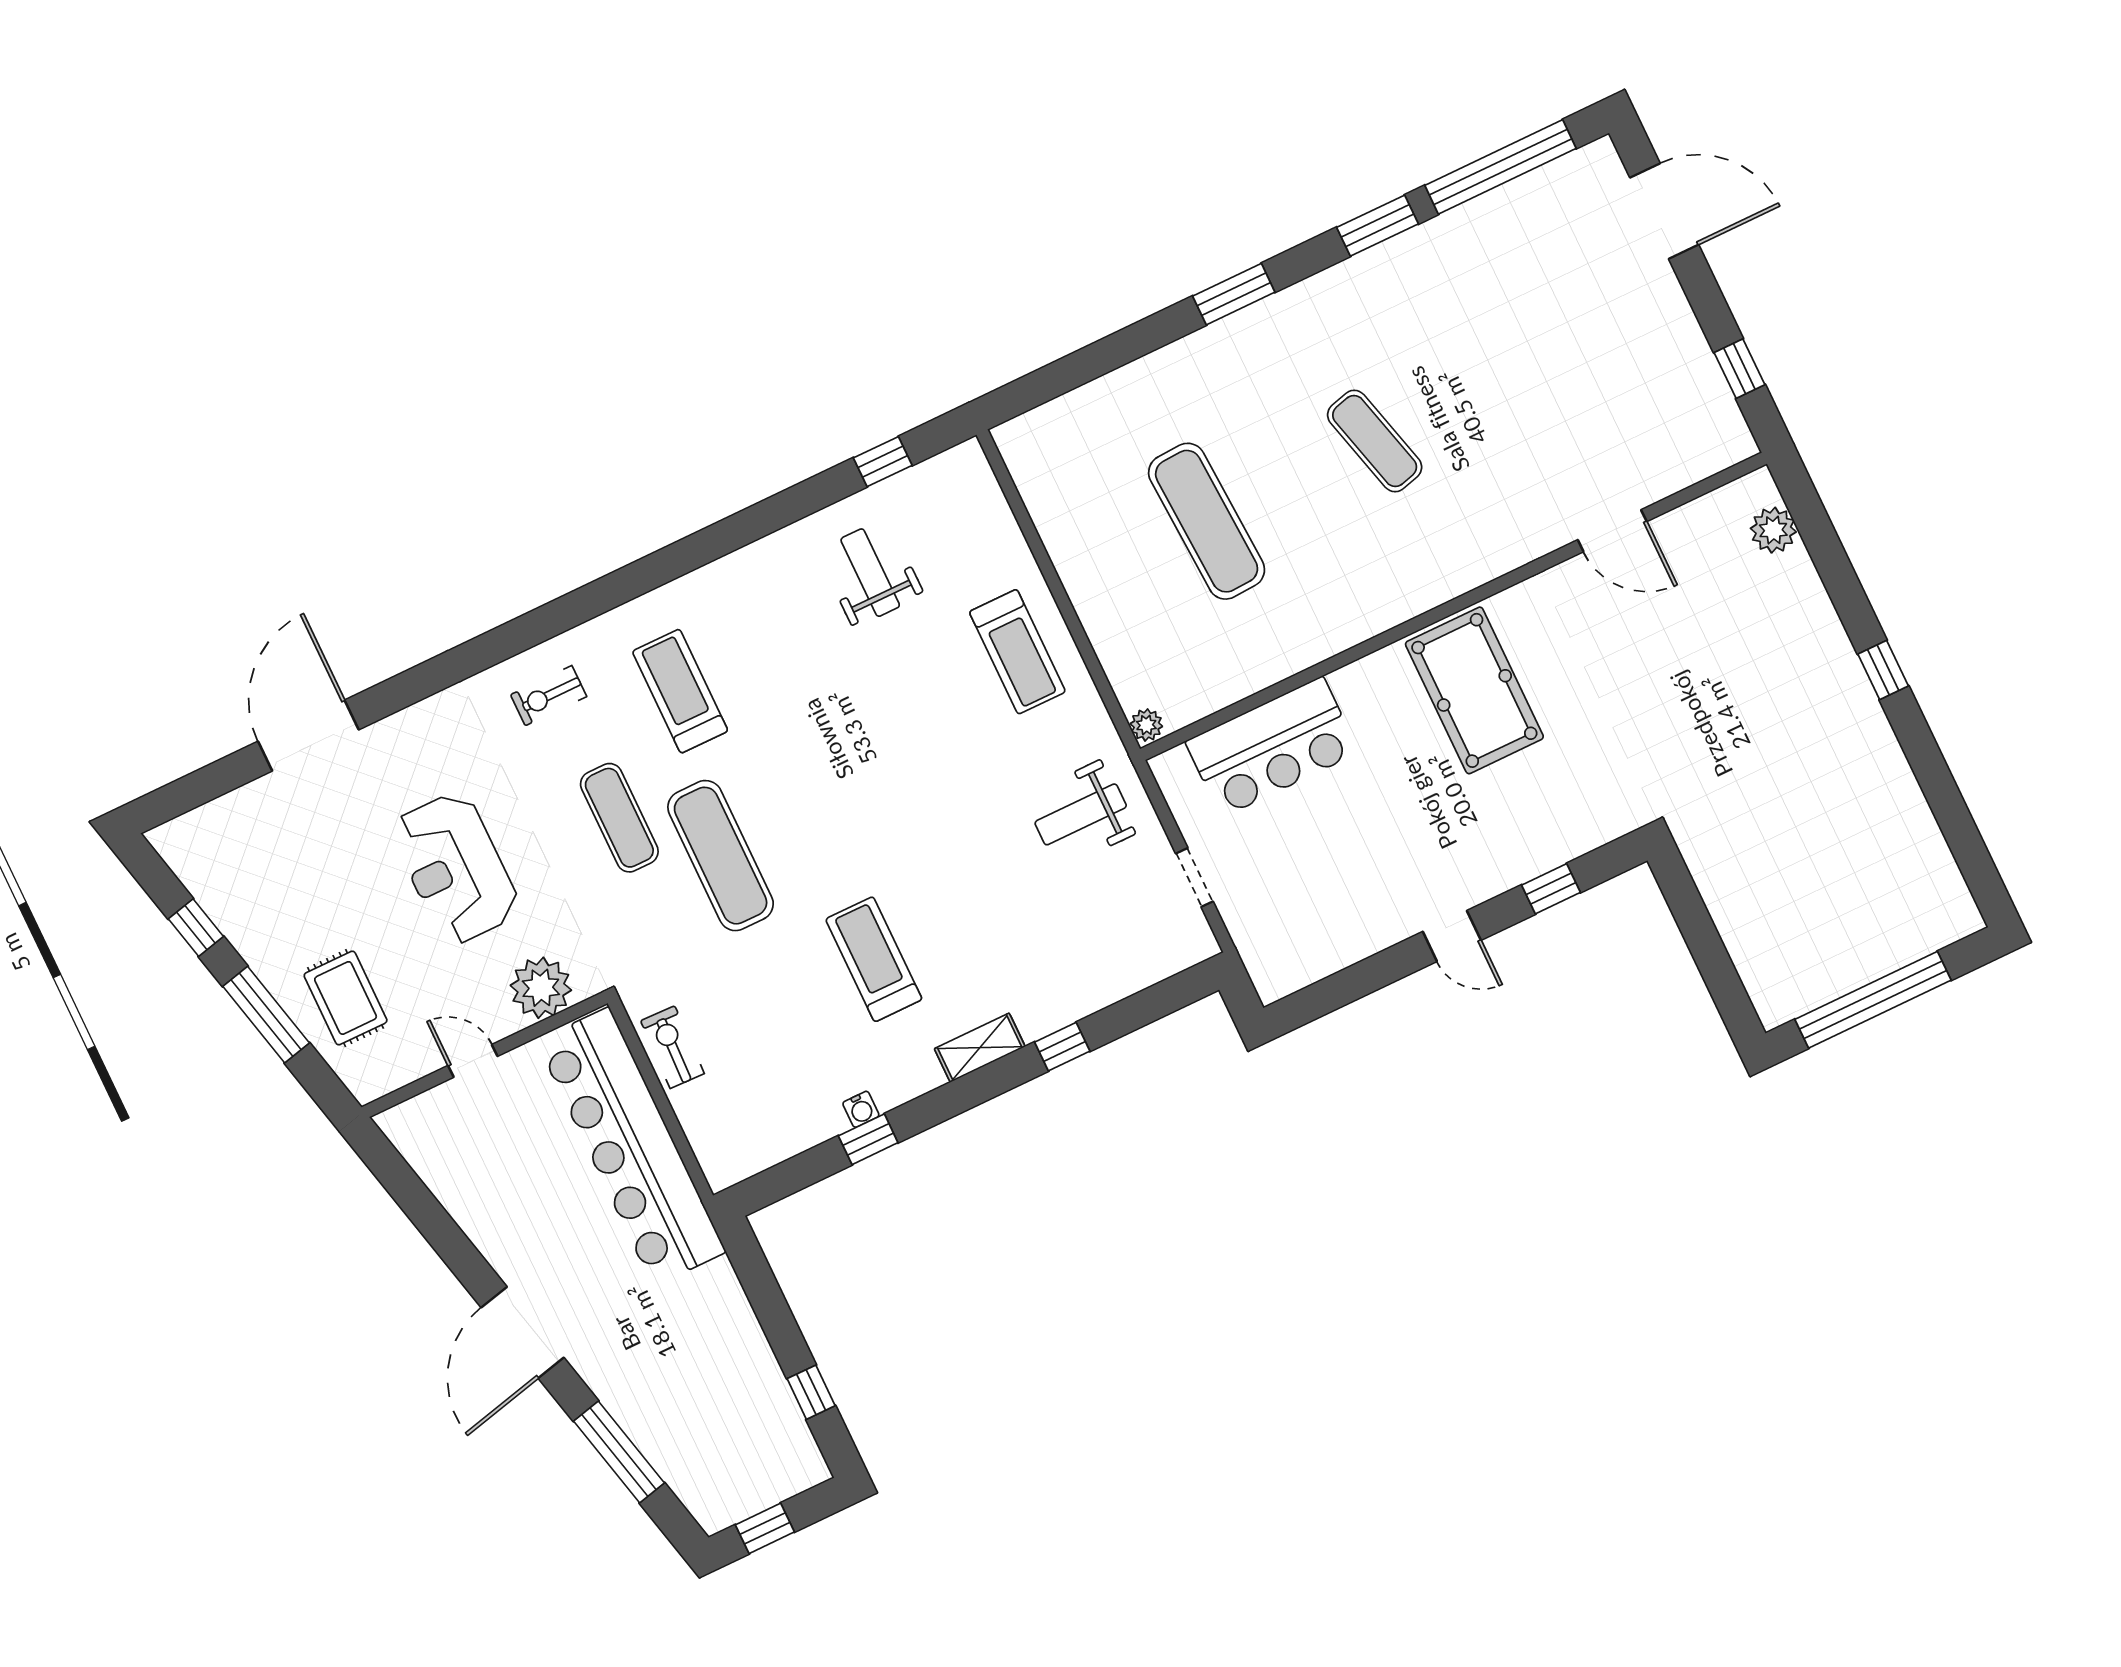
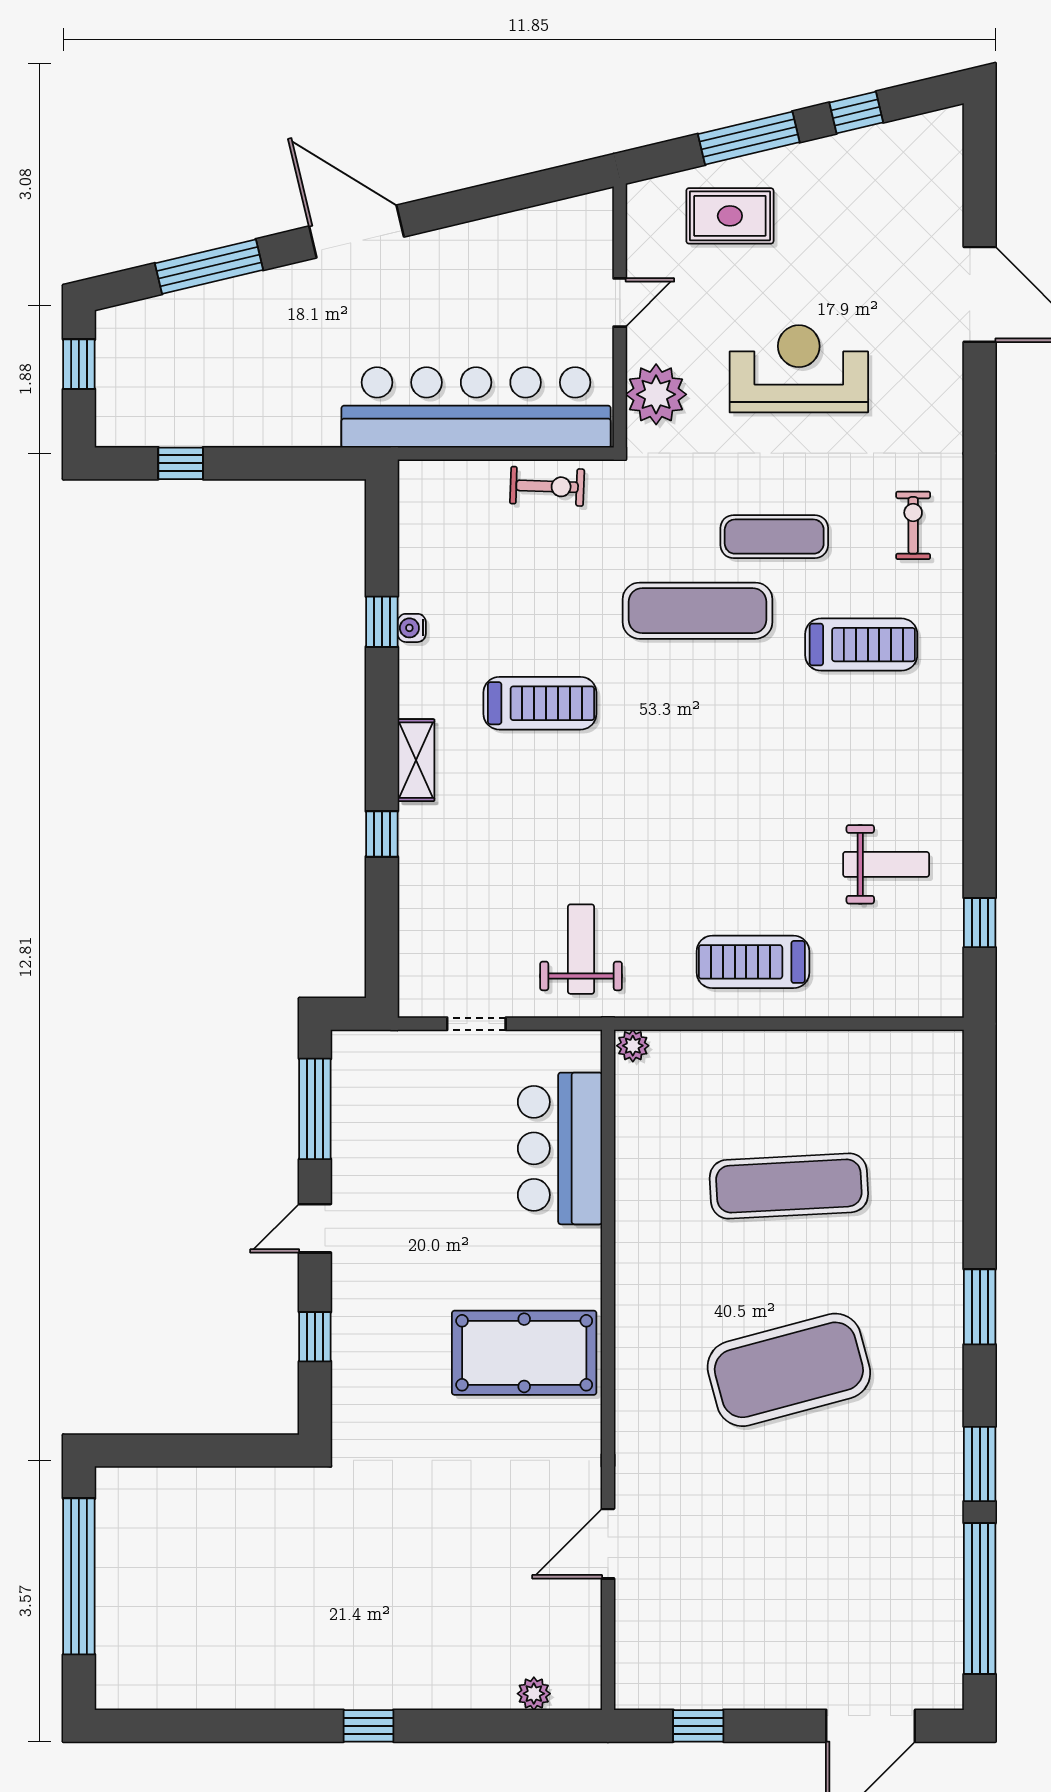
exercise mat: (1375, 441) -> (789, 1370), width x2.00, depth x1.45
plant: (1773, 530) -> (534, 1694), width x0.73, depth x0.73
window: (1343, 988) -> (315, 1109), added

